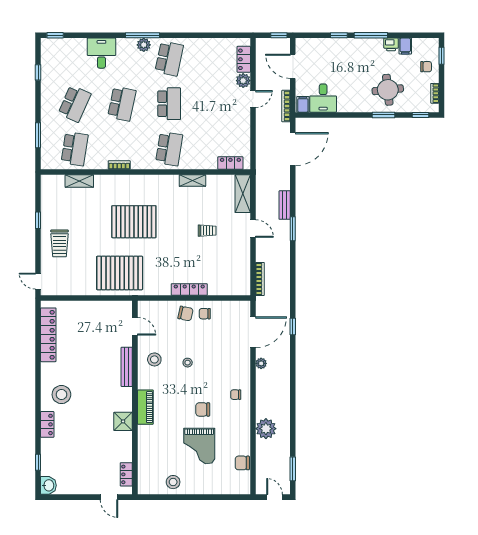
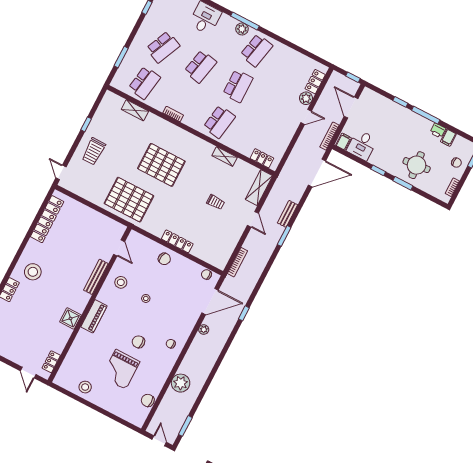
window: (420, 115) -> (378, 170), moved
chair: (205, 314) -> (206, 274), moved

